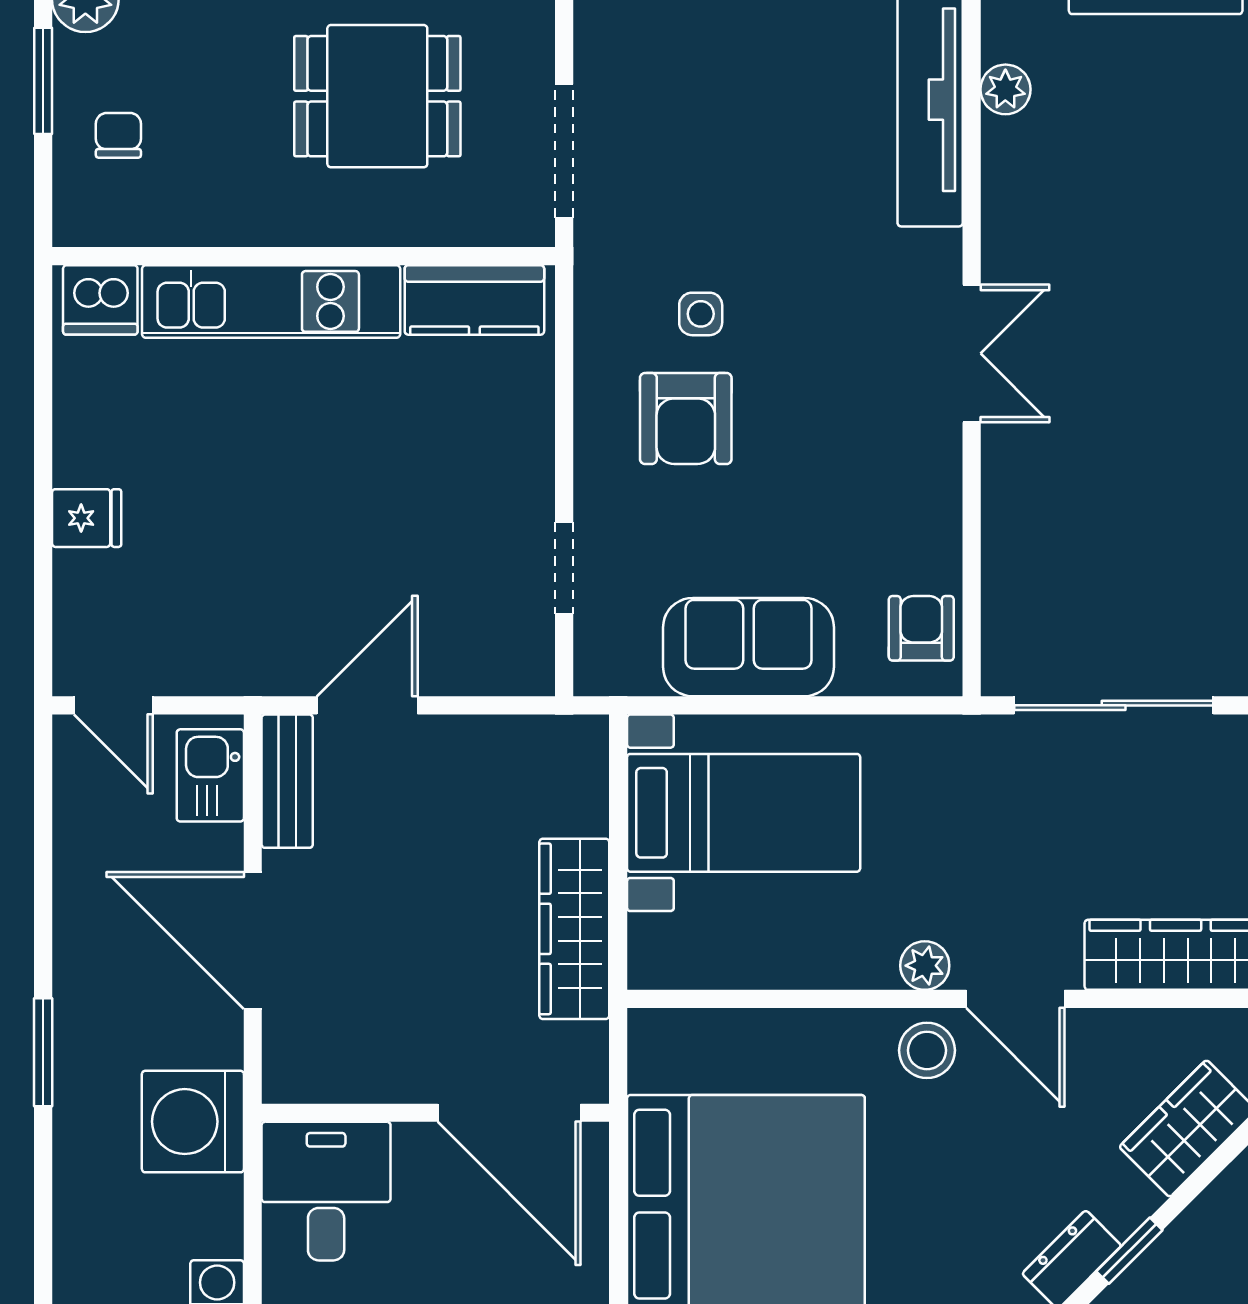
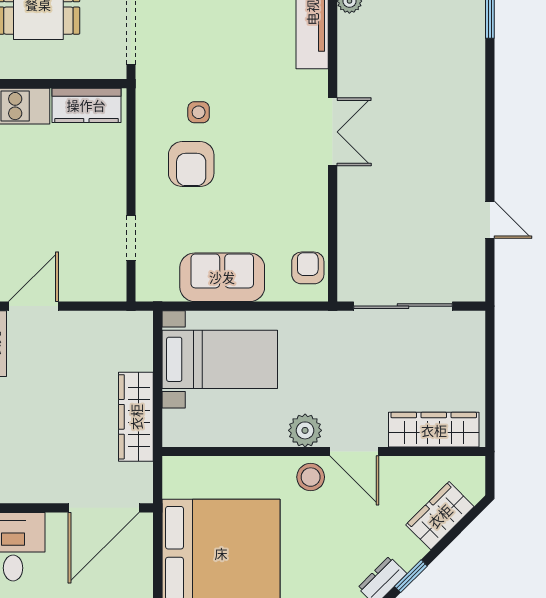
plant: (925, 966) -> (305, 430), width x1.38, depth x1.38
door: (509, 1113) -> (104, 508), hinge flipped

